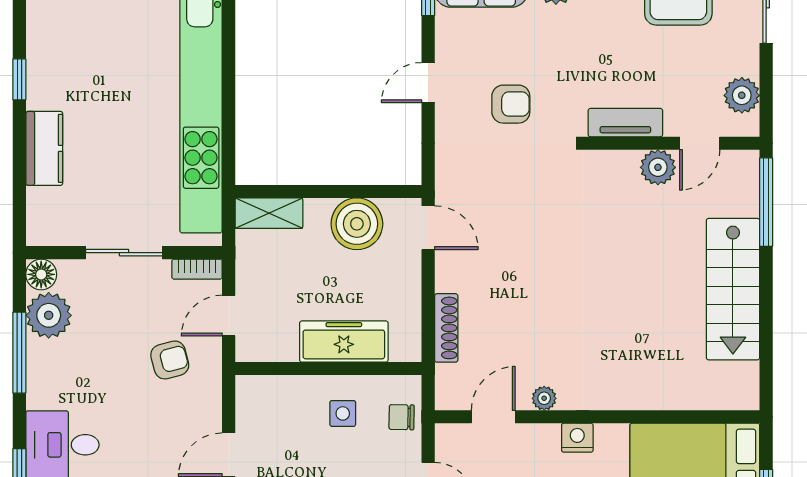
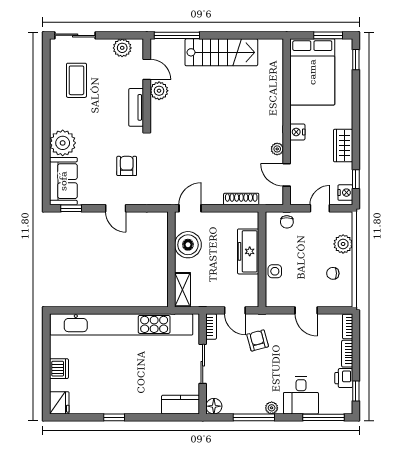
kitchen counter: (44, 148) -> (181, 405), moved
plant: (49, 315) -> (272, 408), moved, width x0.53, depth x0.53
side table: (343, 413) -> (275, 271), moved

